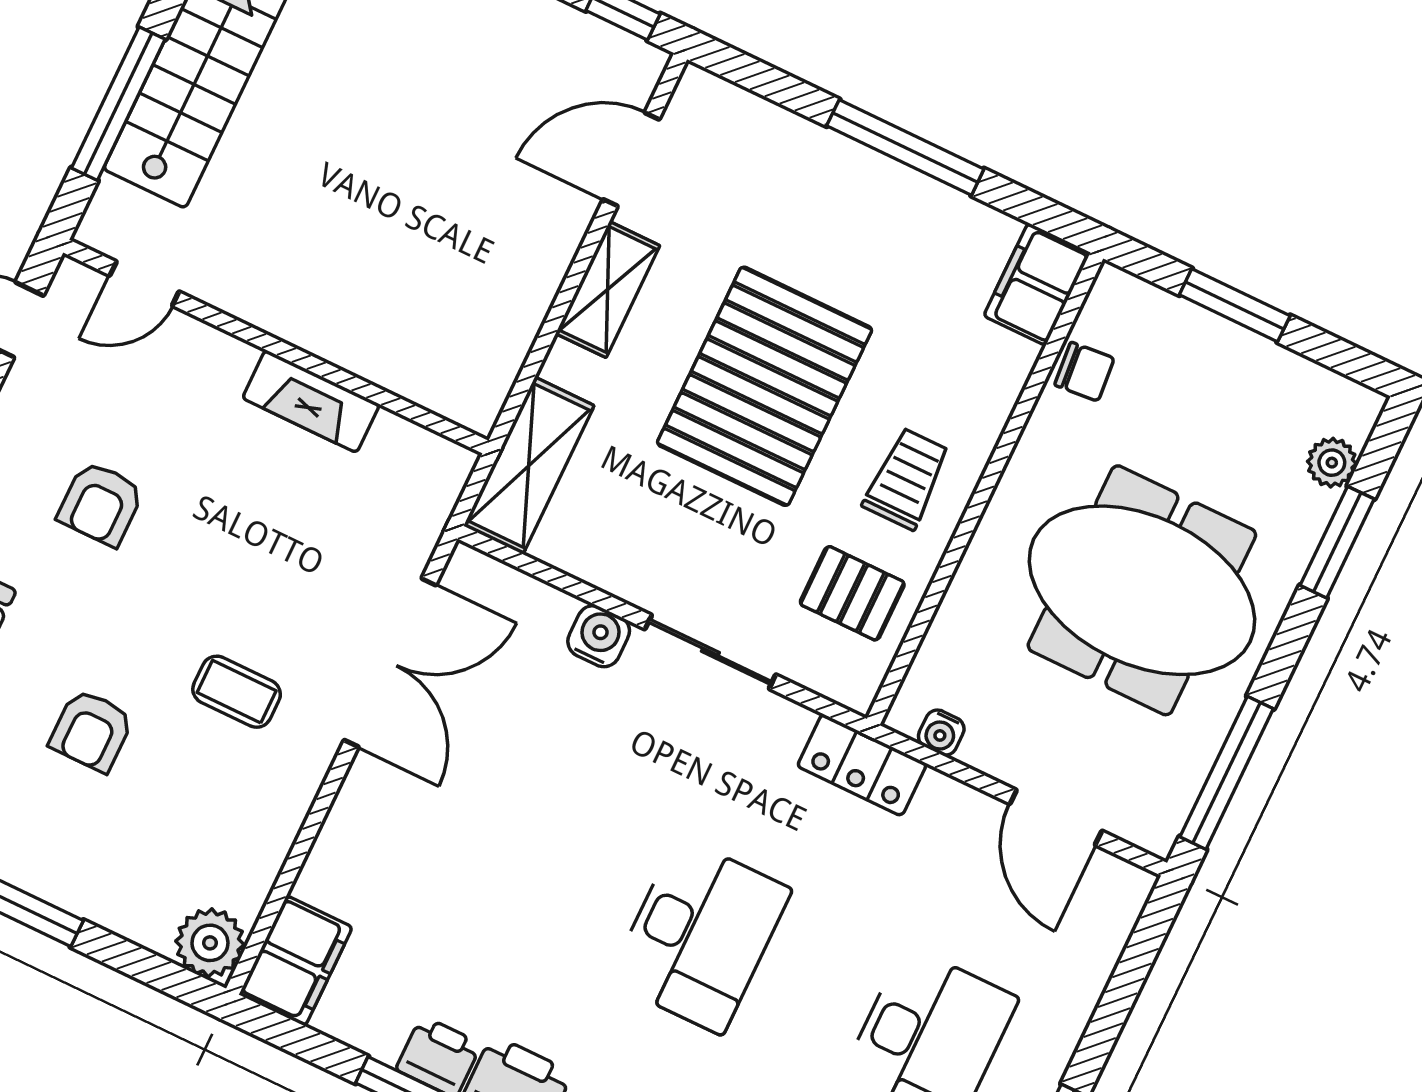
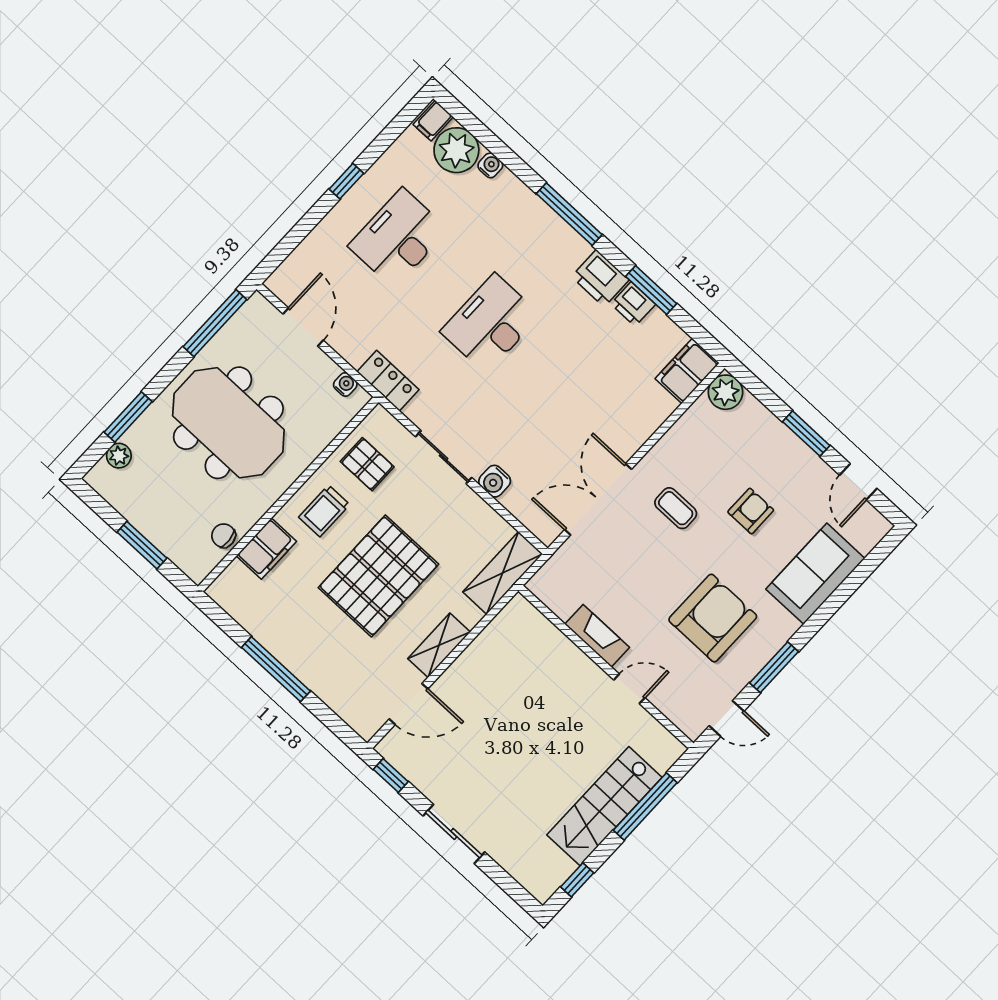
door: (144, 284) -> (629, 689), moved
filing cabinet: (1037, 284) -> (266, 549), moved
armchair: (101, 504) -> (713, 618), width x1.88, depth x1.88

